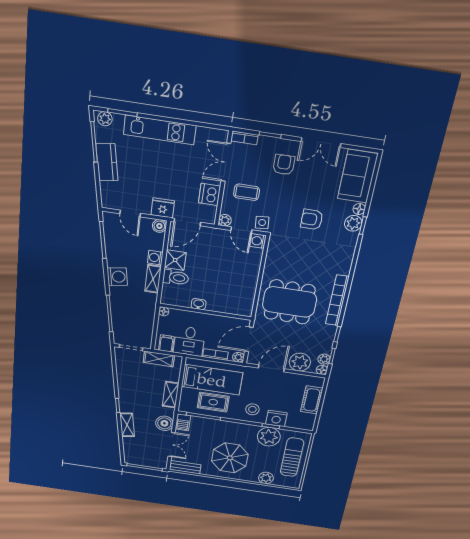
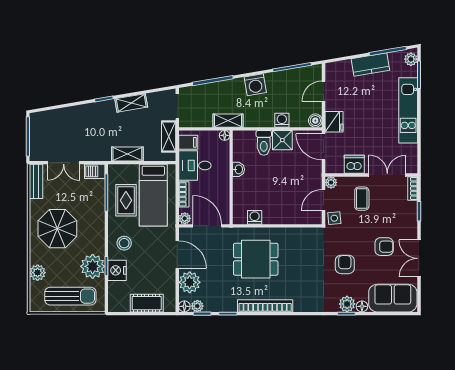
armchair: (284, 165) -> (384, 247), moved
washing machine: (258, 241) -> (255, 217), moved
shelving: (153, 279) -> (228, 121), moved
dining table: (290, 302) -> (256, 259), width x0.73
boiler: (164, 423) -> (90, 152), removed
shelving: (127, 425) -> (131, 103), moved

